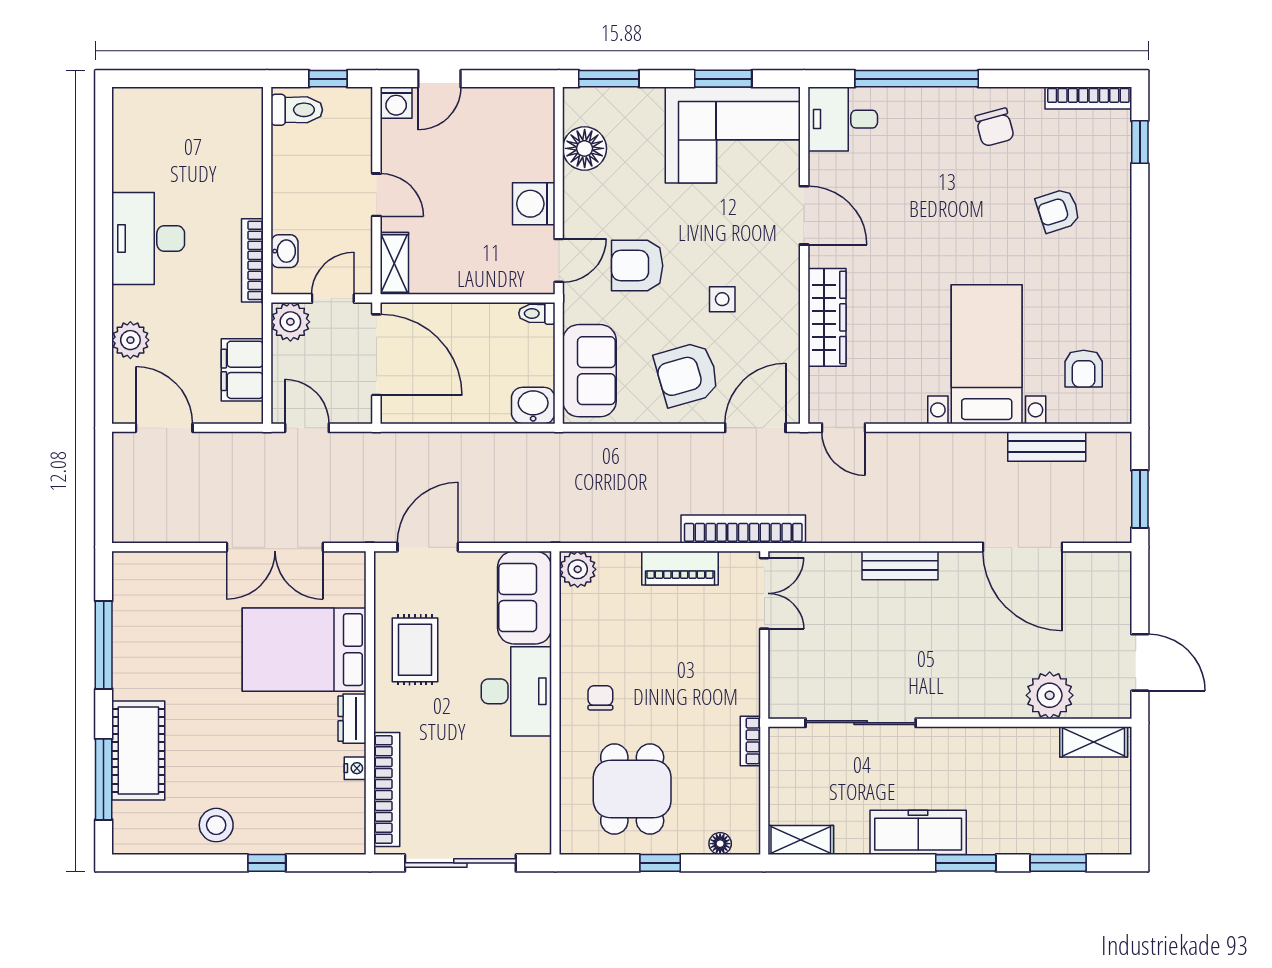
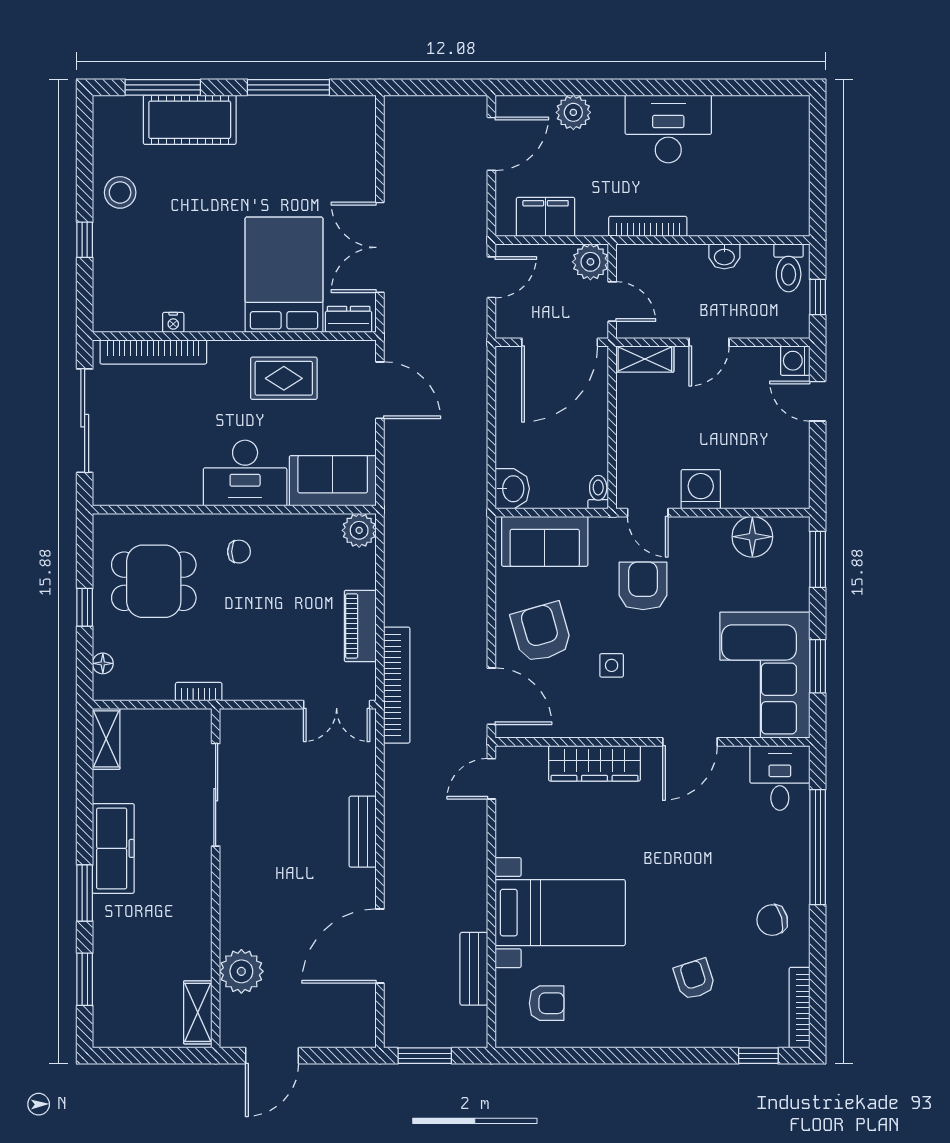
washbasin: (284, 251) -> (724, 256), moved
armchair: (1084, 369) -> (547, 1003), turned 180
dresser: (352, 719) -> (349, 319), moved

